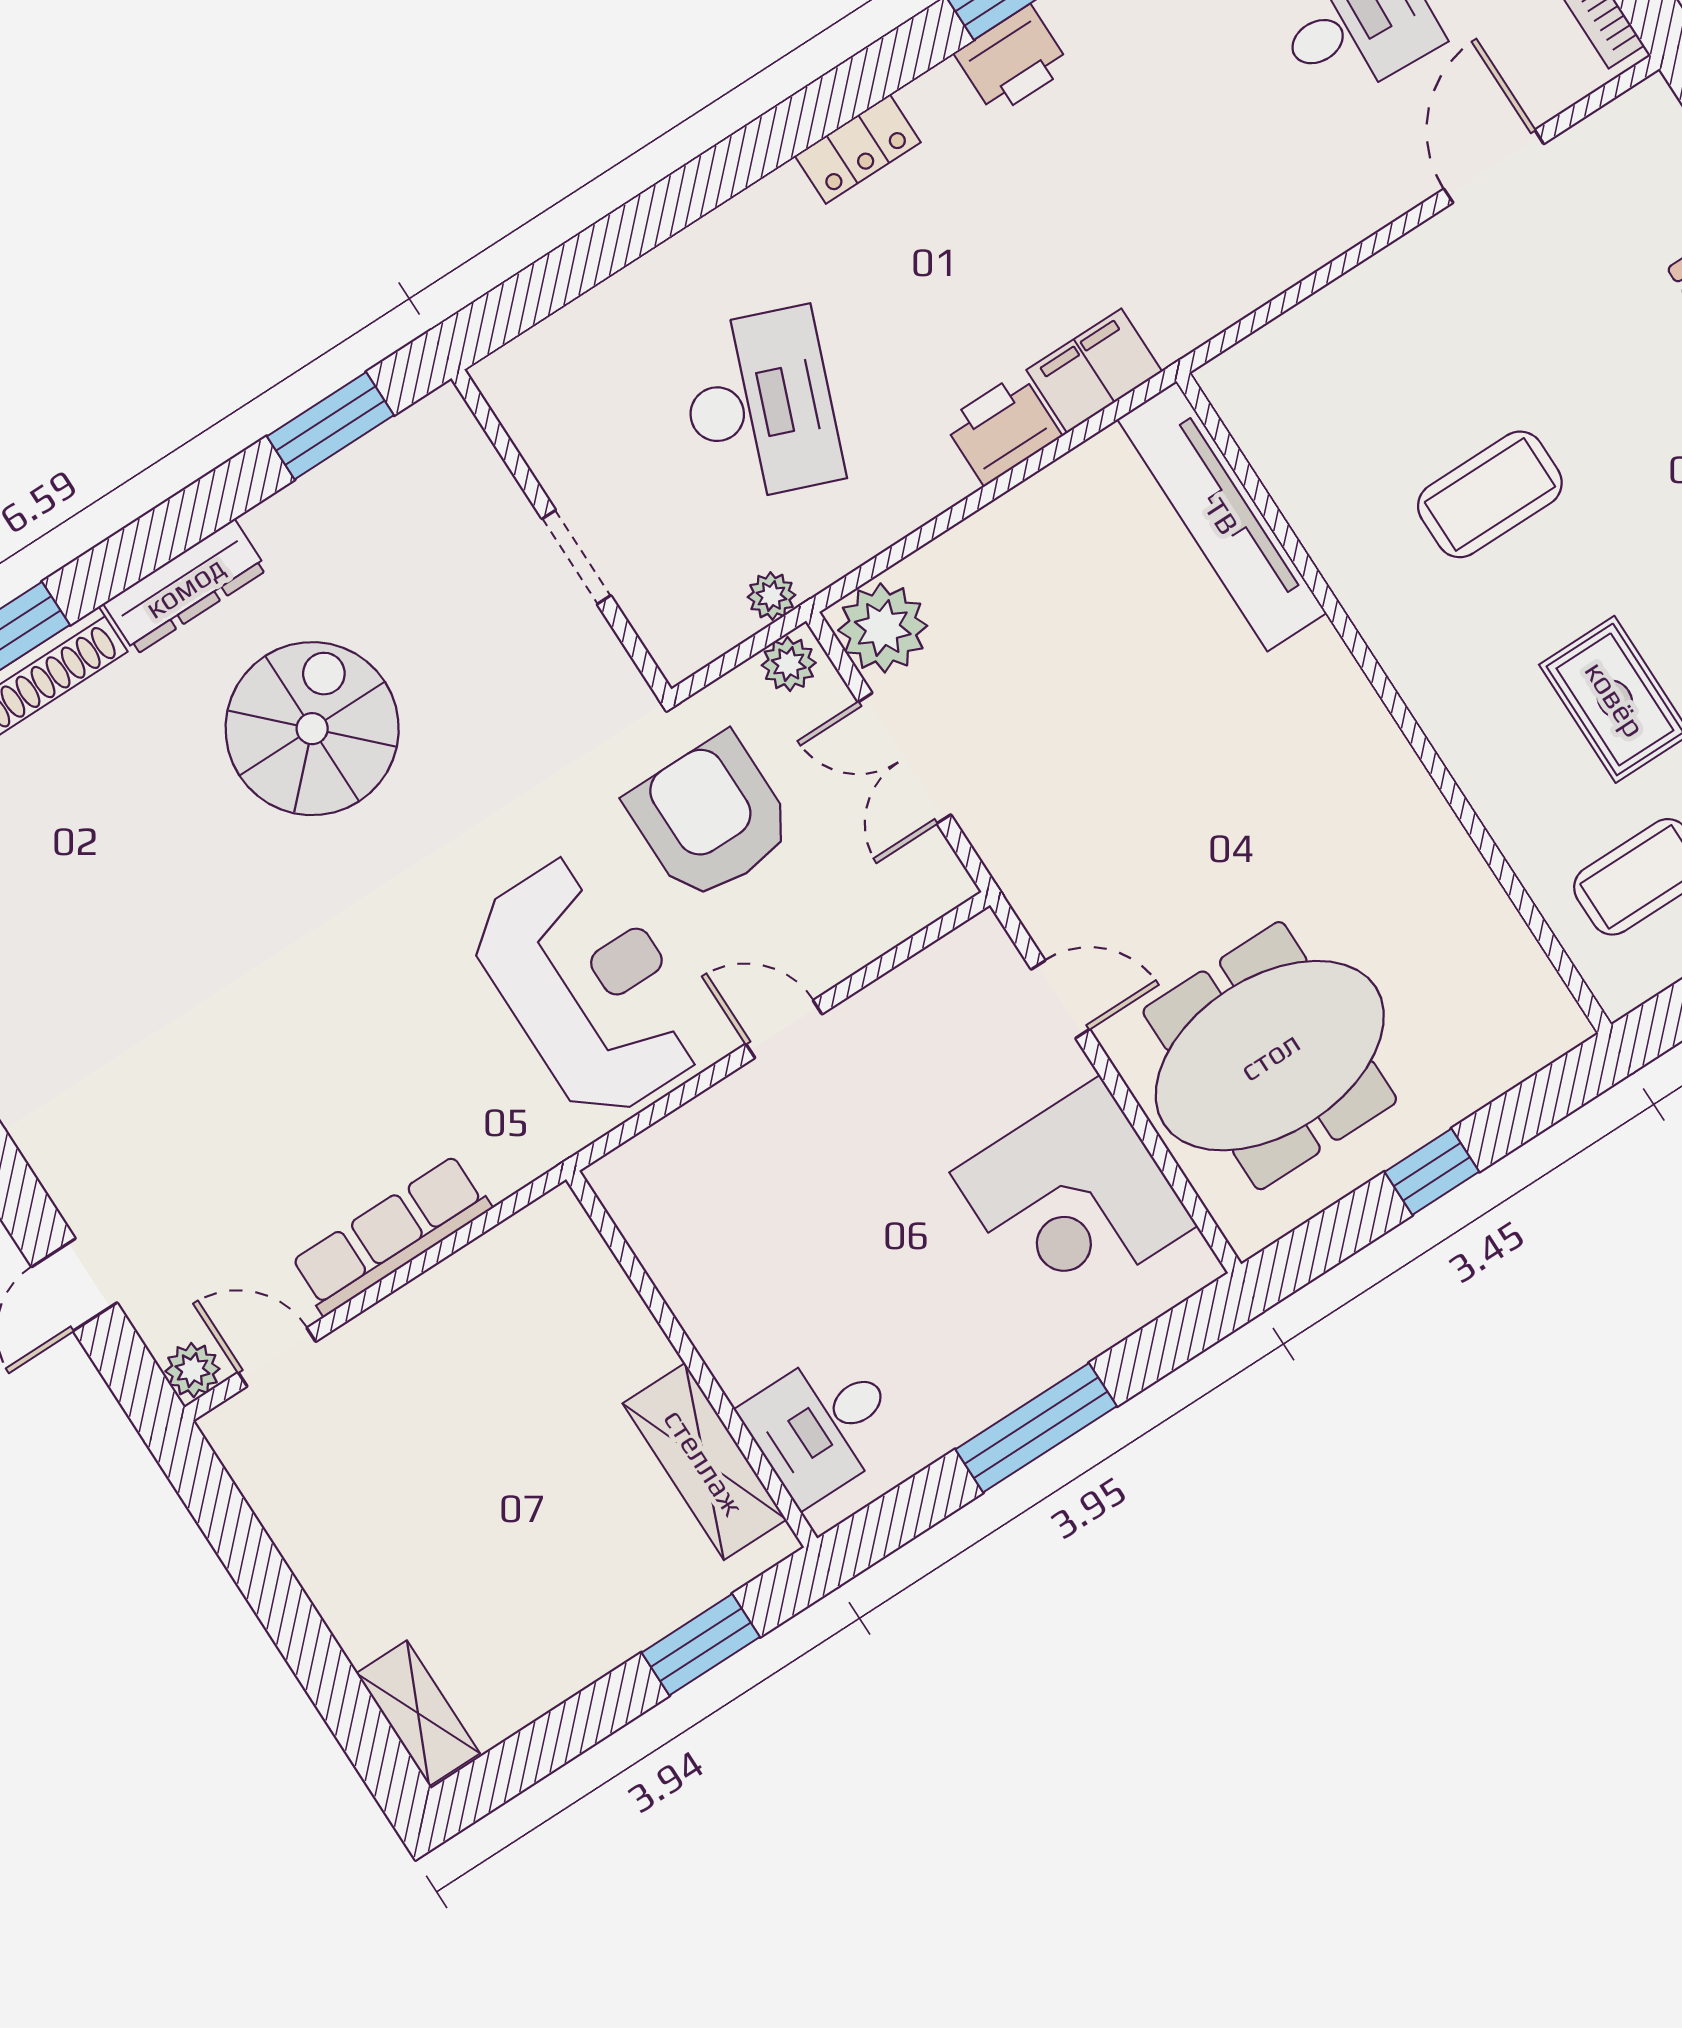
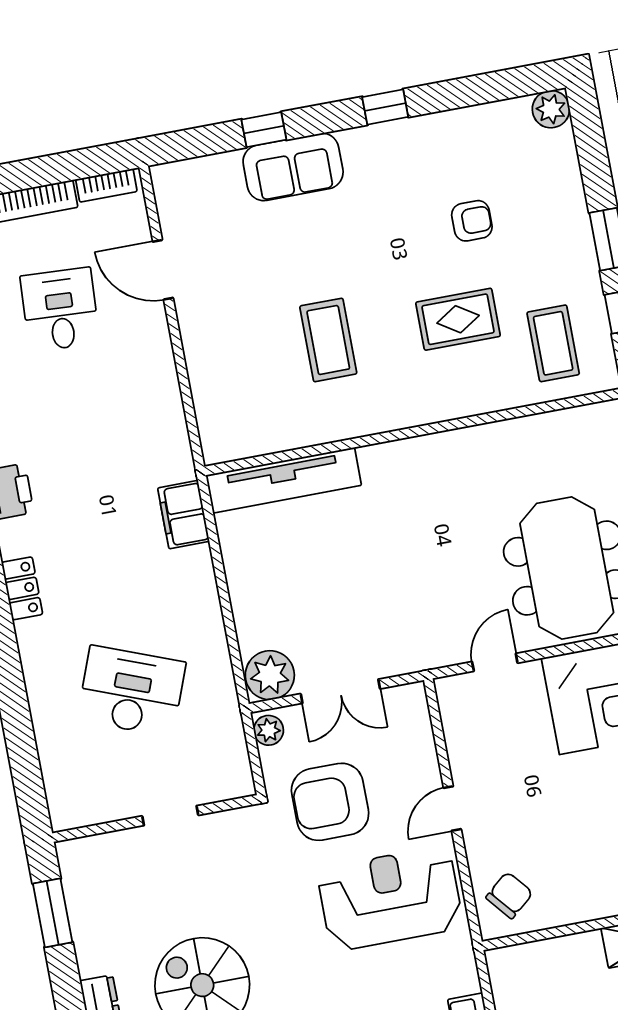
printer: (1003, 429) -> (194, 573), removed
plant: (771, 596) -> (230, 725), removed
chair: (677, 1185) -> (509, 895), added

